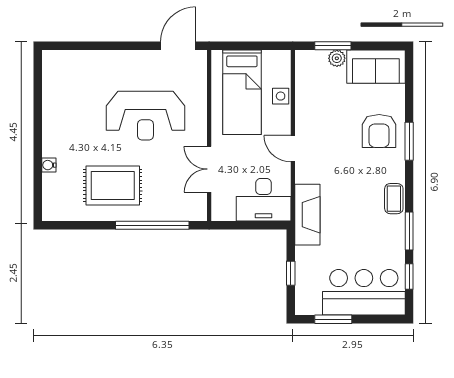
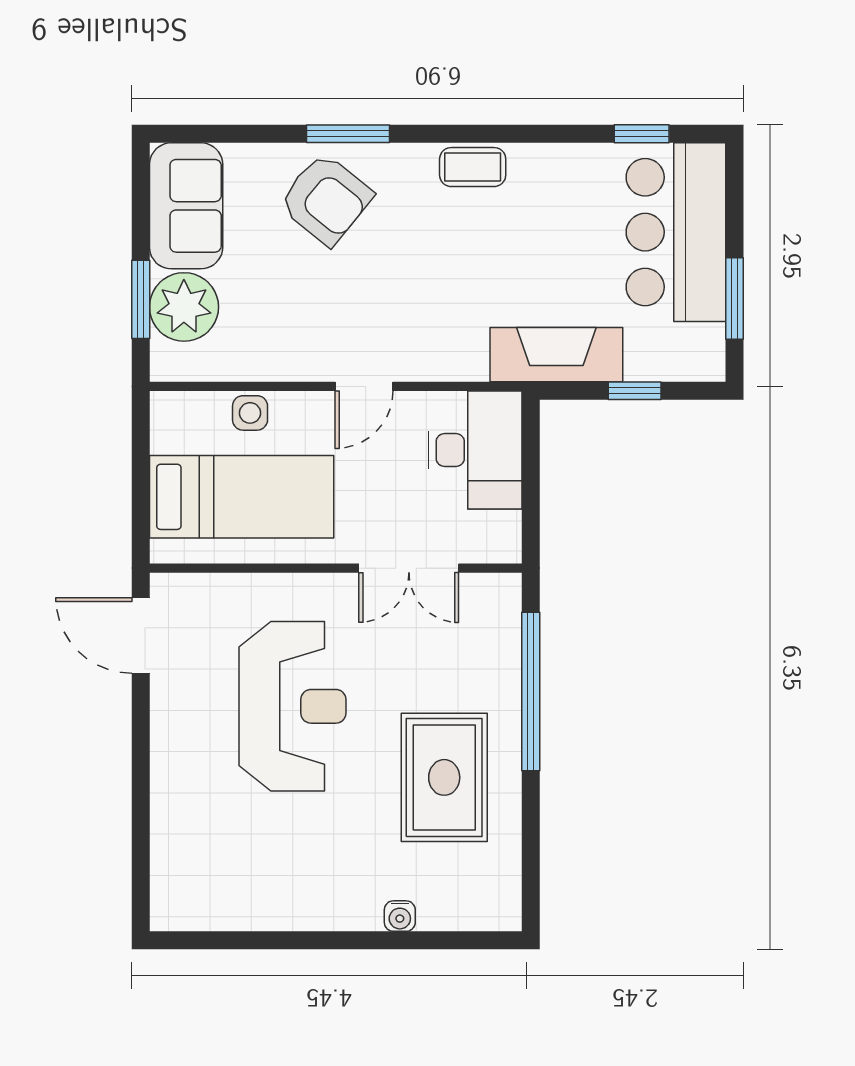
plant: (337, 58) -> (184, 307), width x1.88, depth x1.88
armchair: (379, 131) -> (326, 199), turned 39
fireplace: (307, 215) -> (556, 355), moved
window: (409, 231) -> (543, 134), removed

